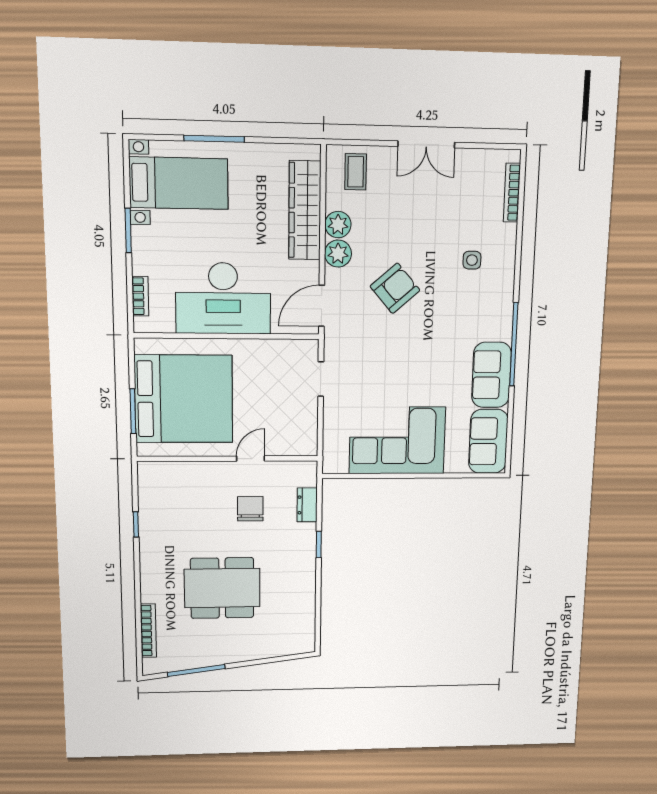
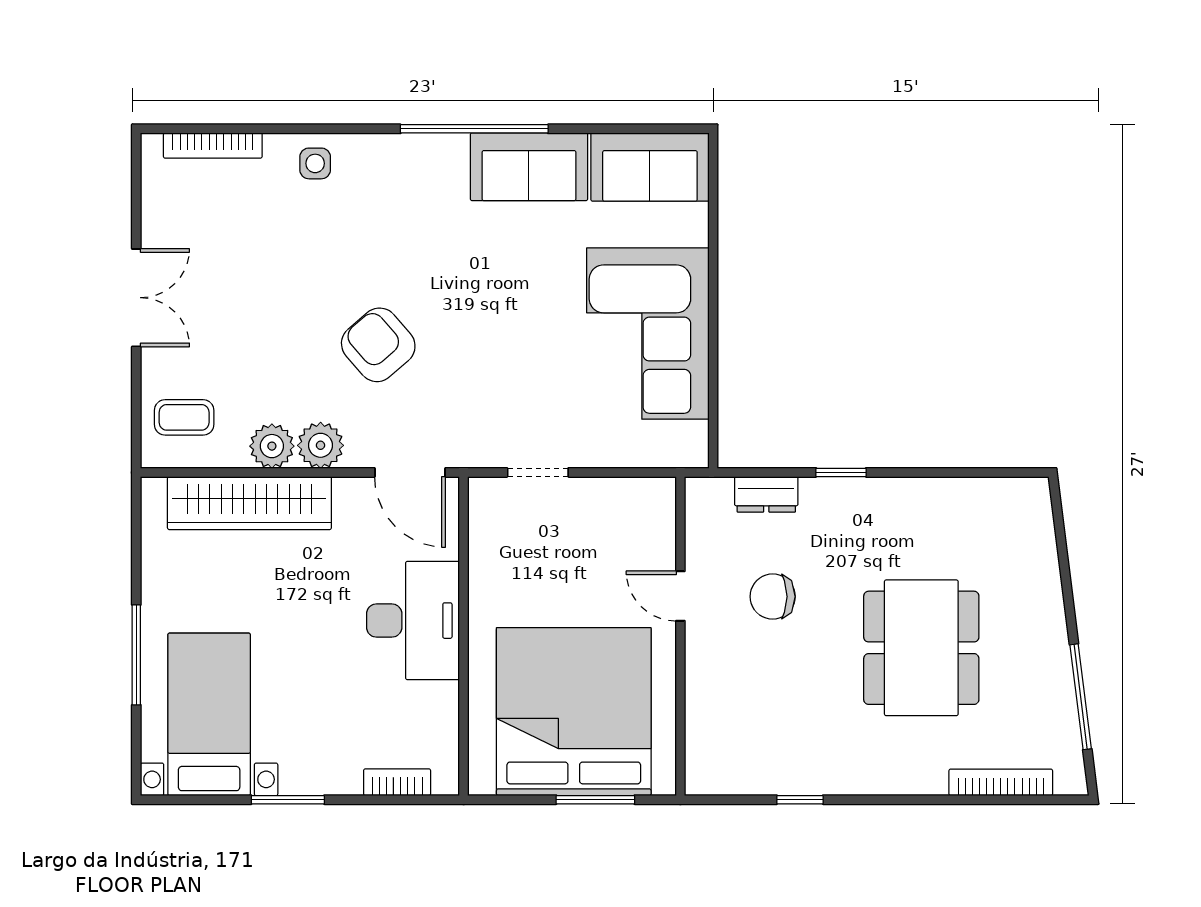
side table: (472, 260) -> (315, 163), moved
desk: (223, 298) -> (413, 621), width x0.73, depth x0.77

